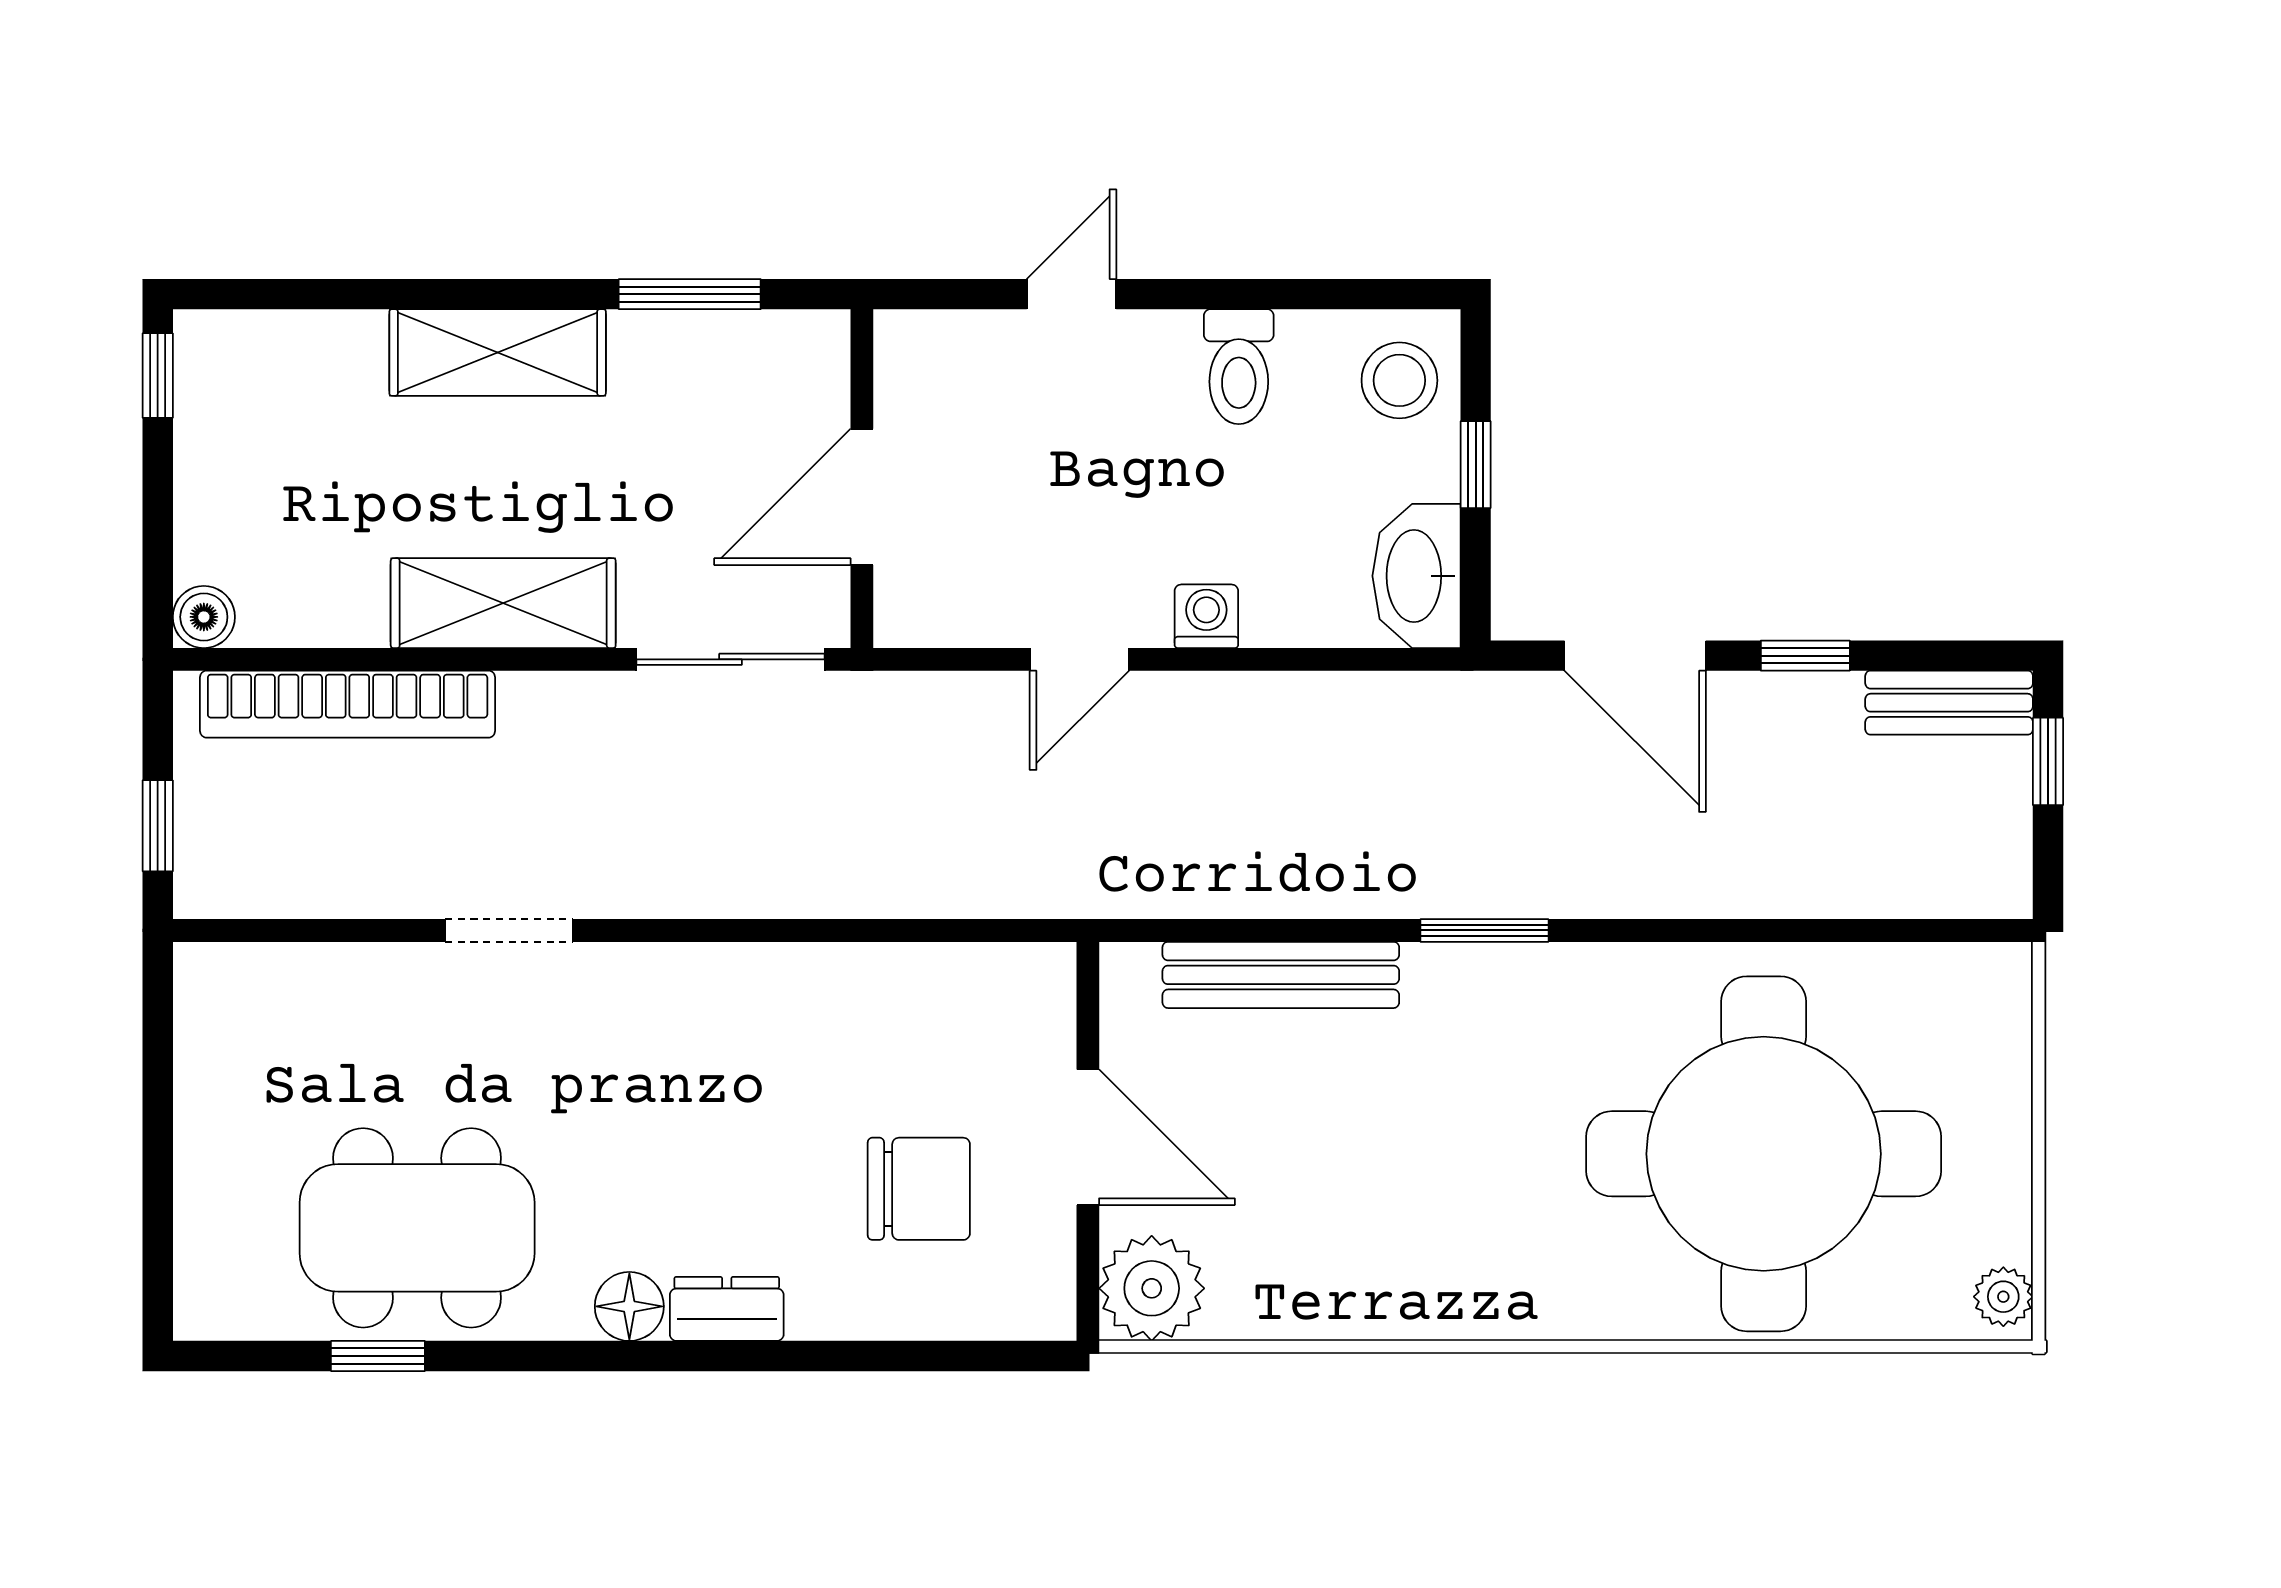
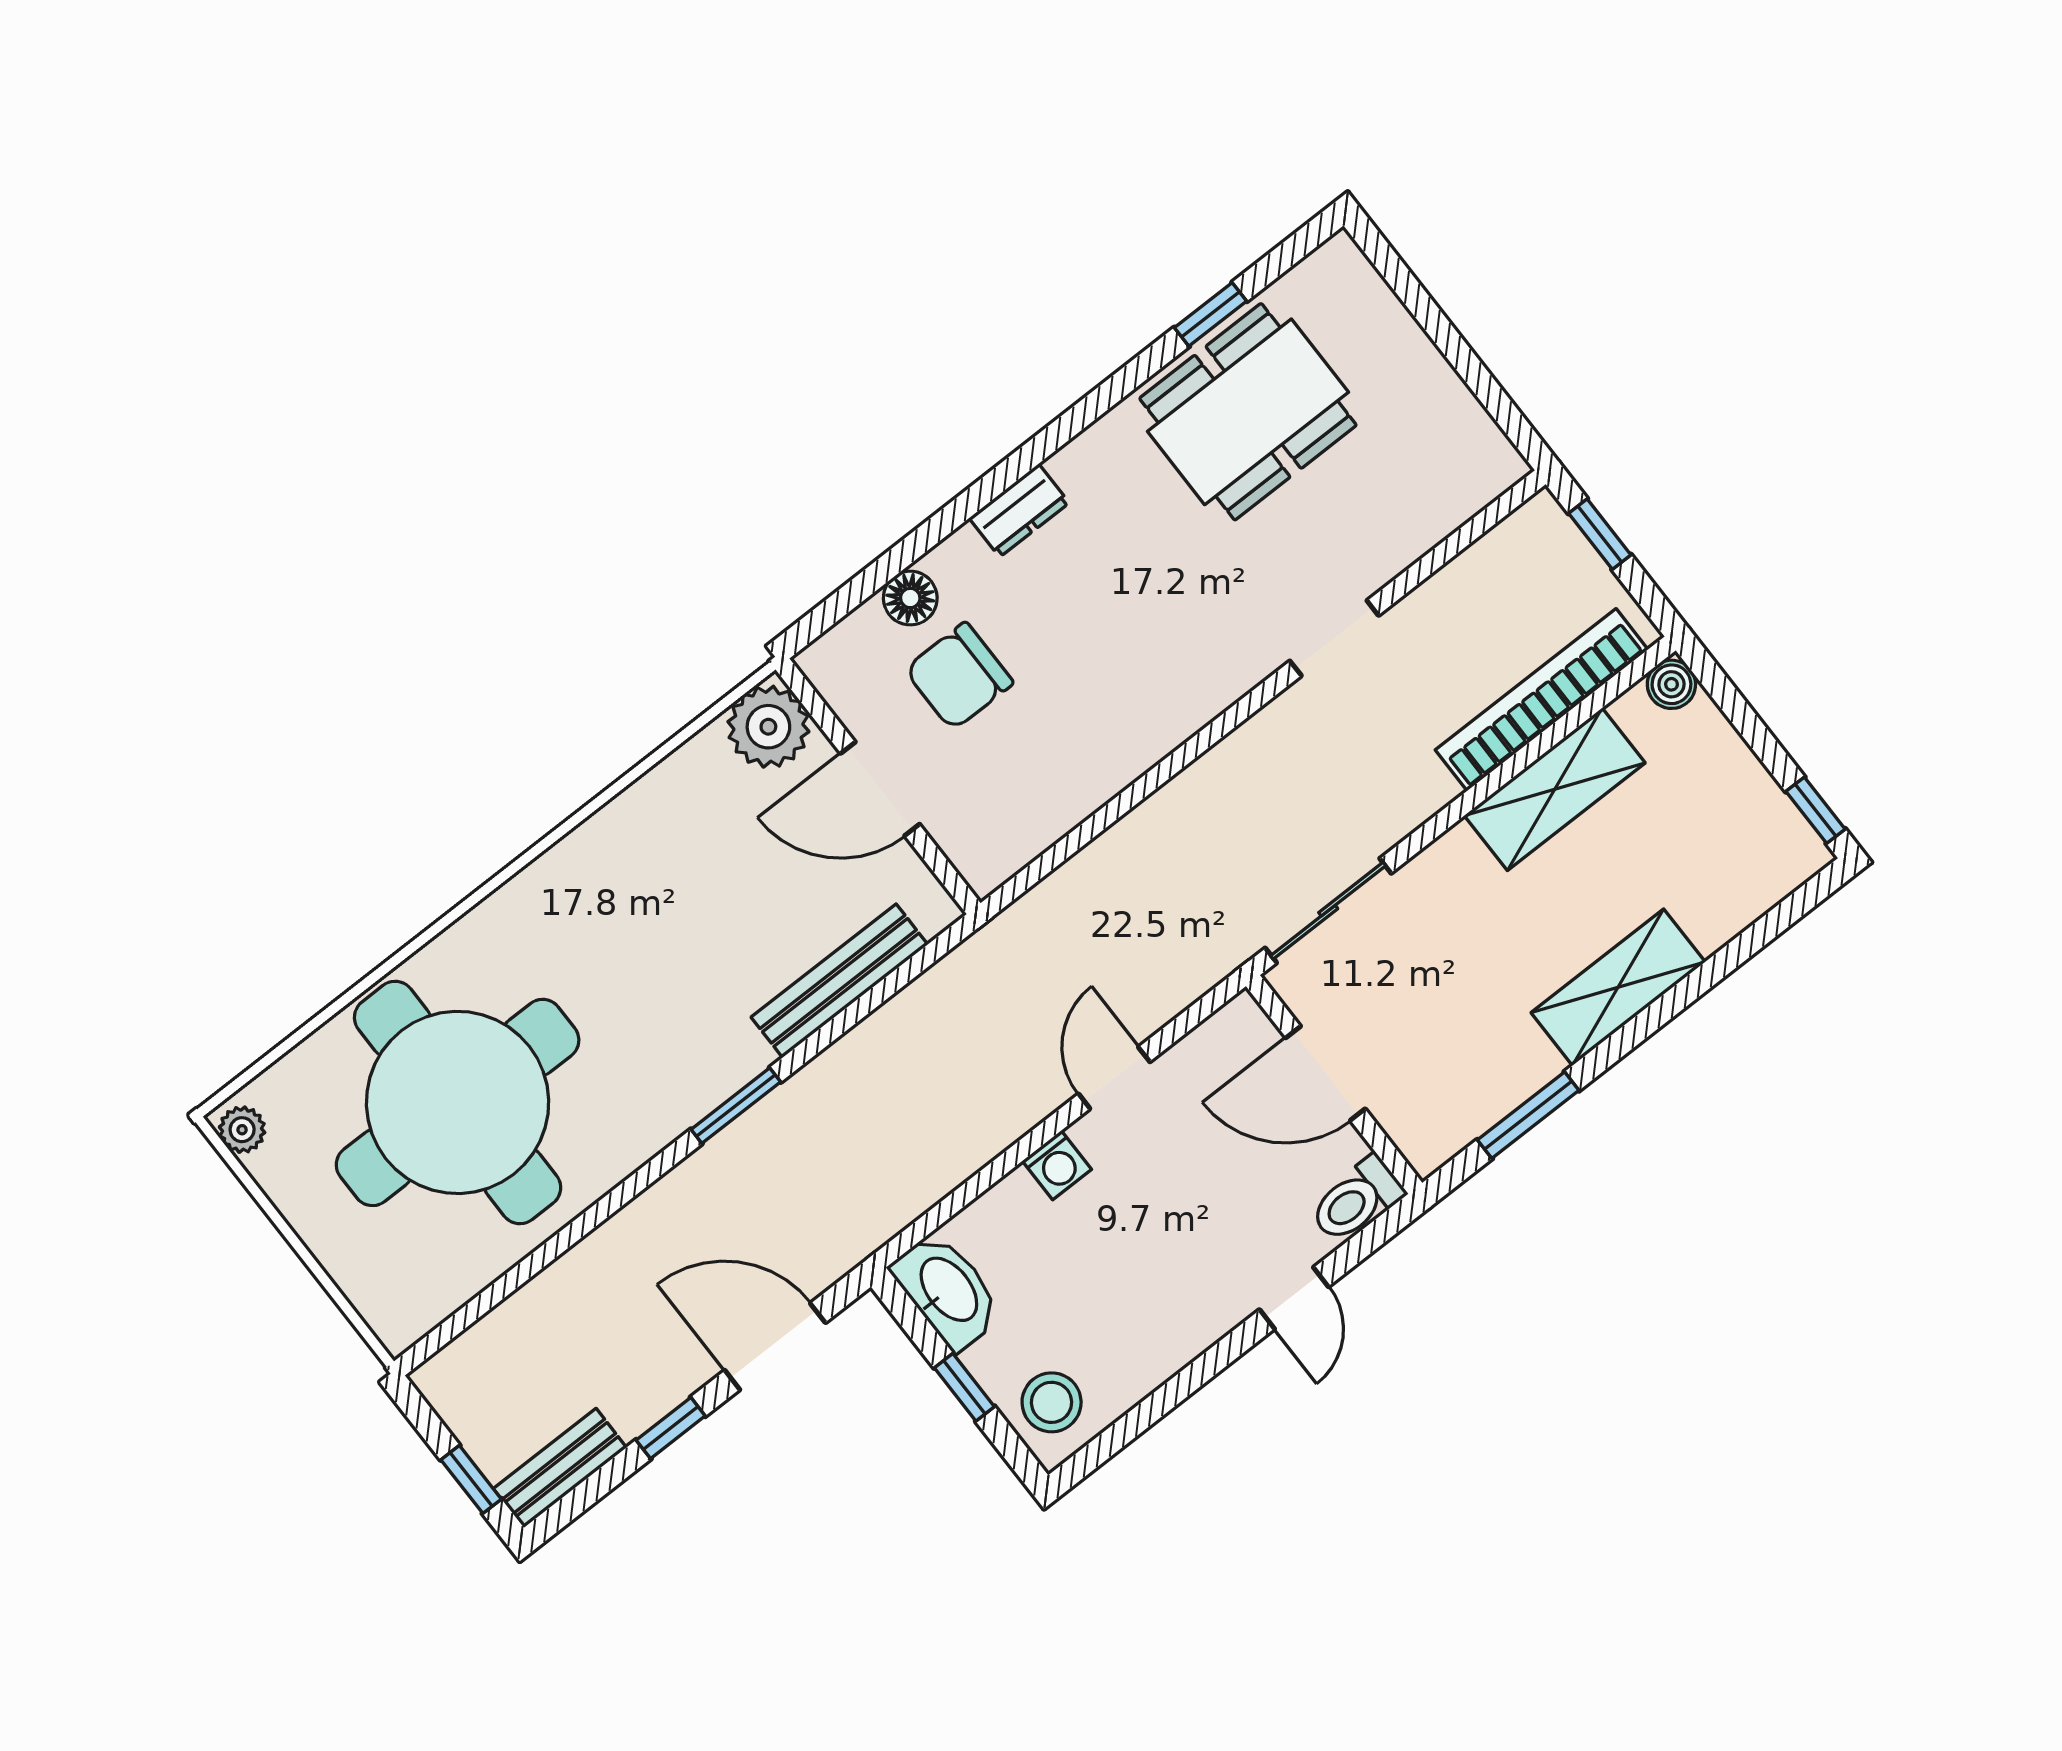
toilet: (1239, 367) -> (1356, 1200), moved, turned -90
door: (862, 497) -> (1325, 1073), swing flipped
shelving: (503, 603) -> (1555, 789), moved
floor lamp: (629, 1306) -> (910, 598), moved

